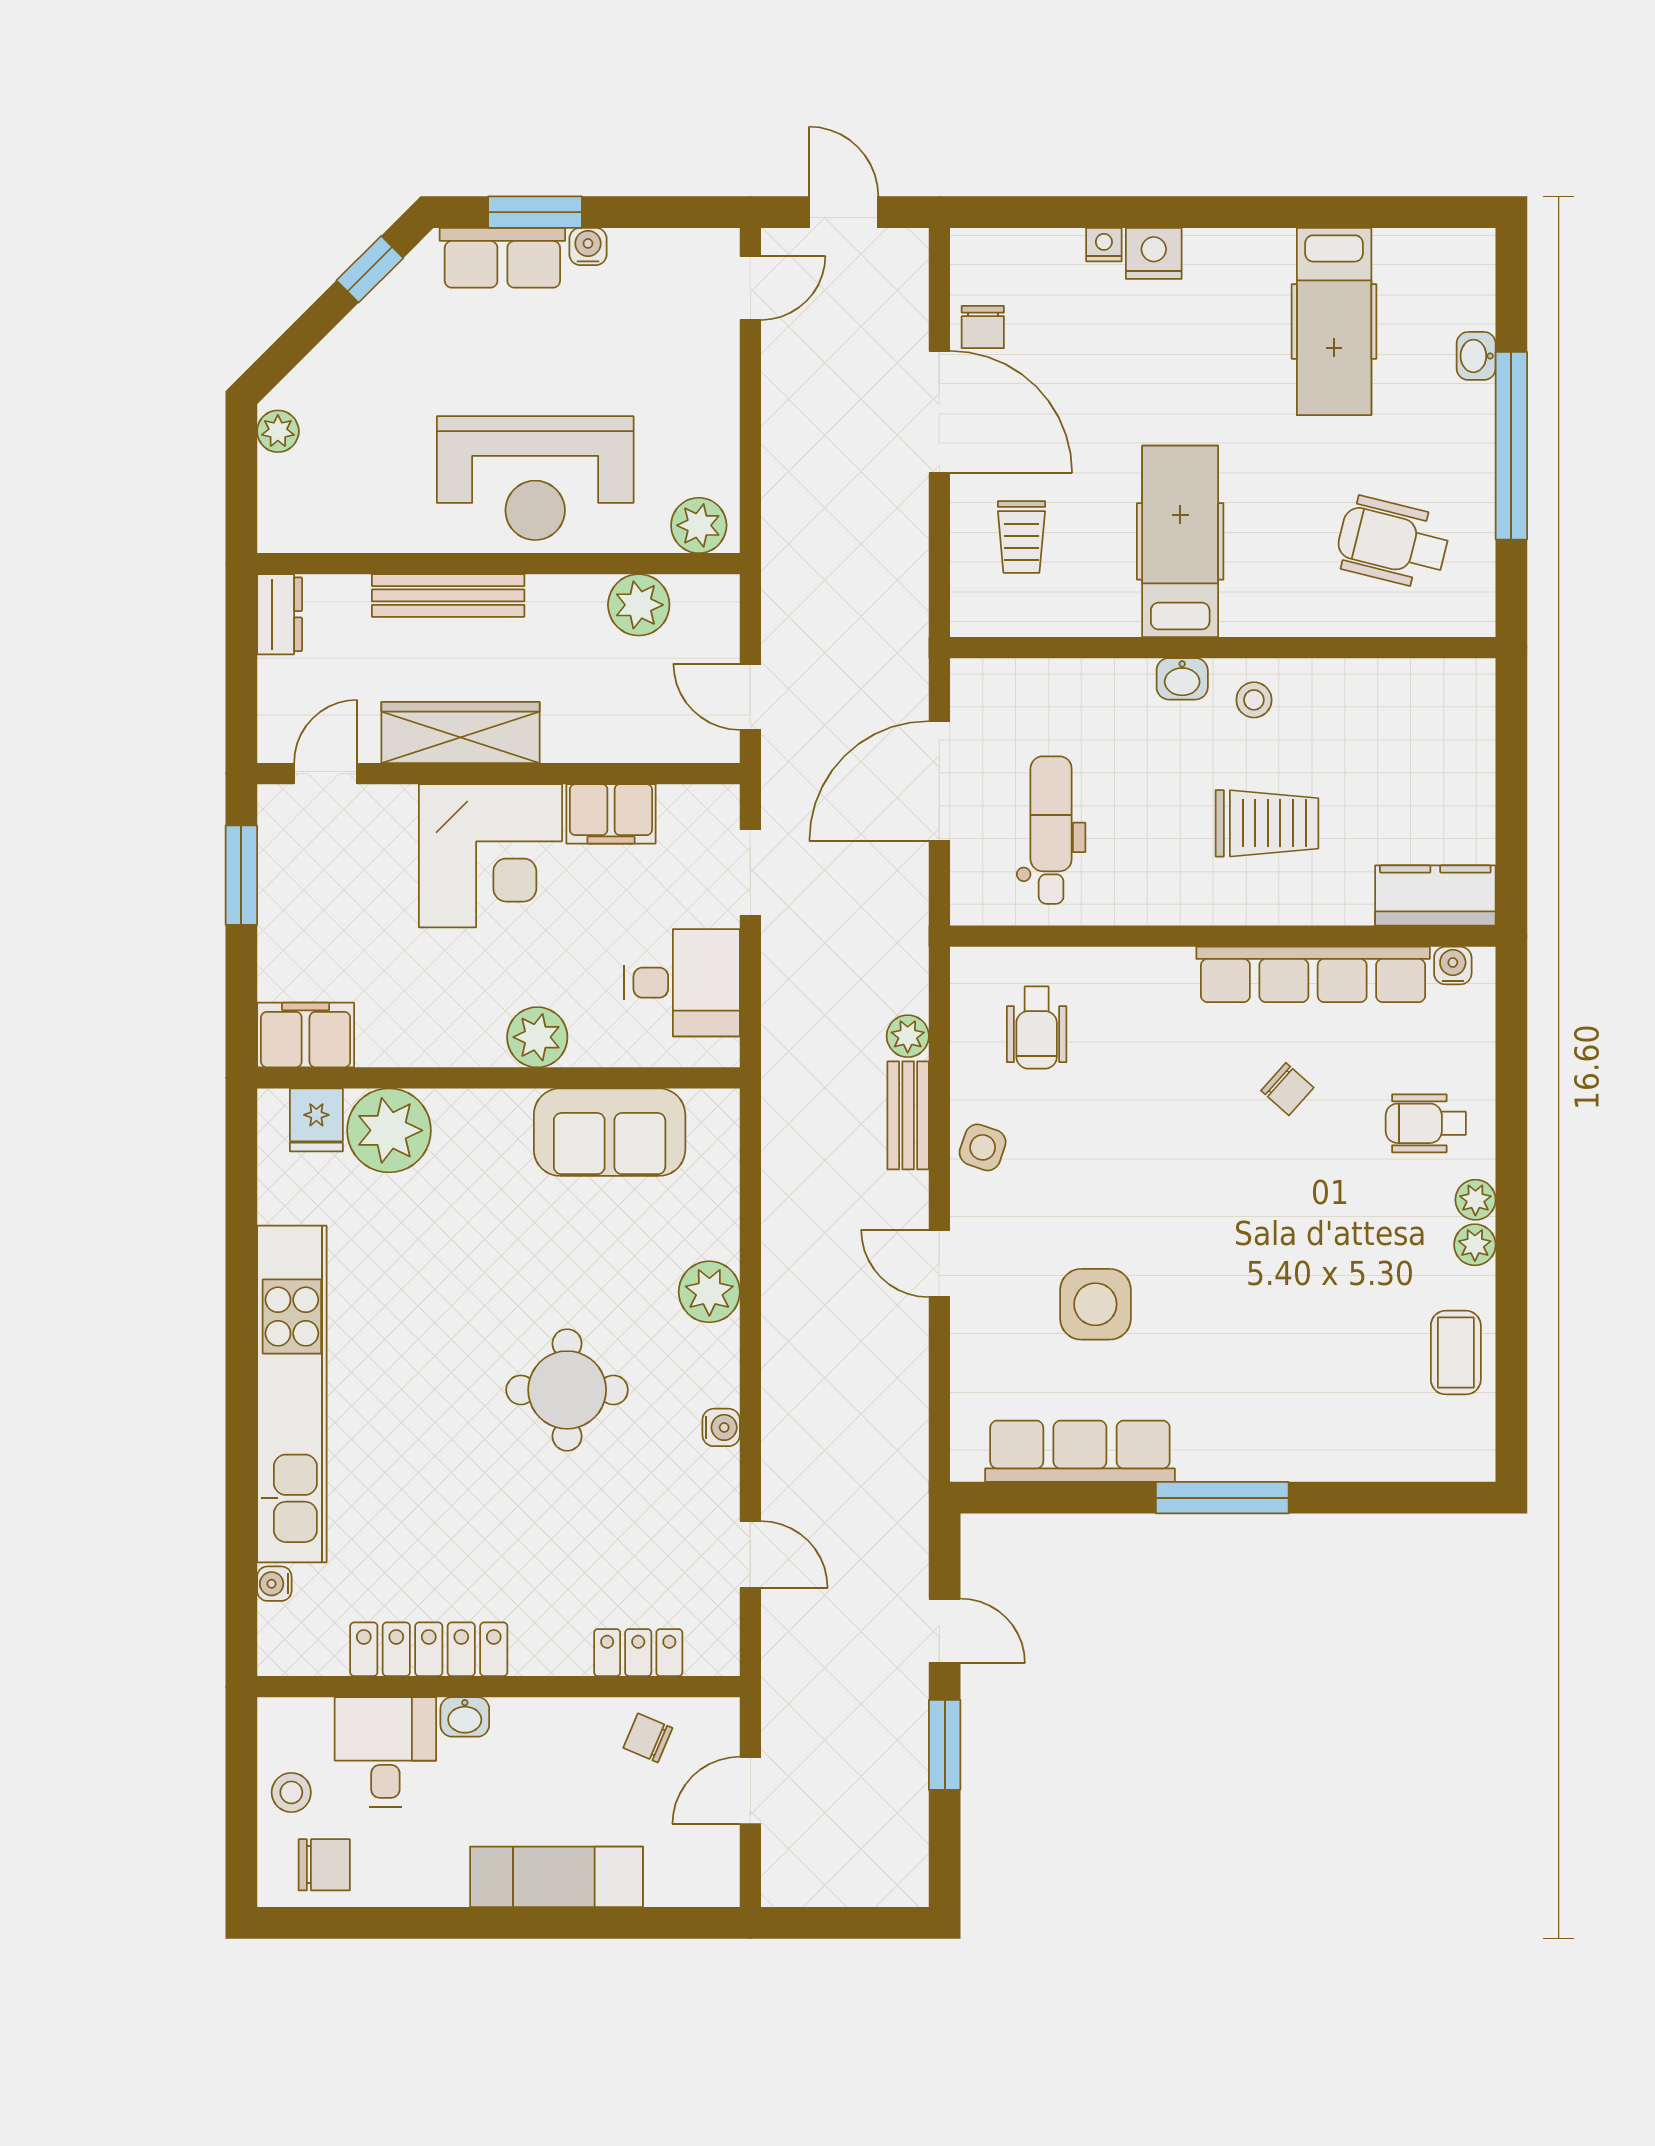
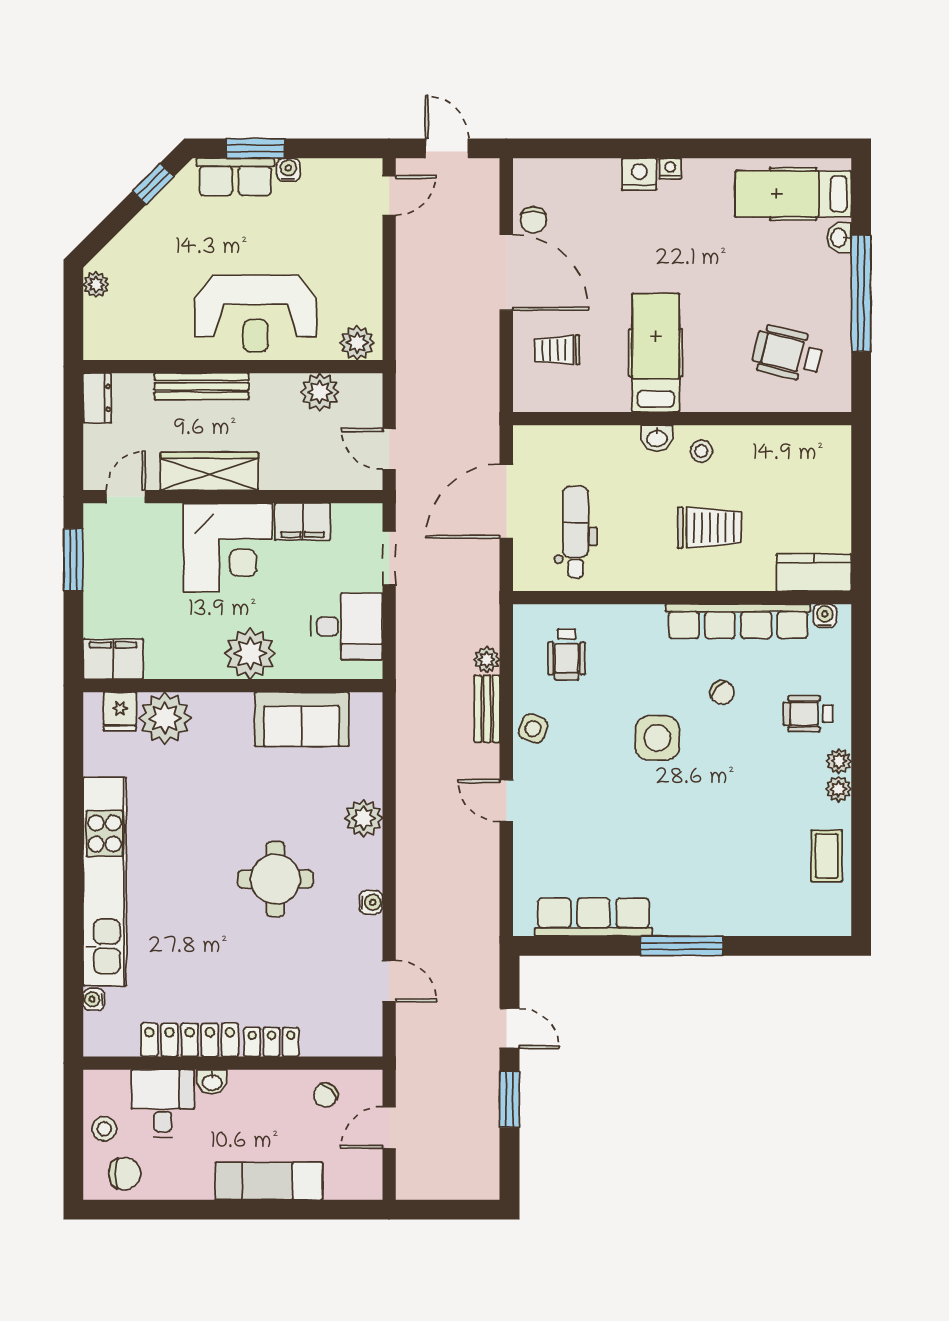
nightstand: (1104, 245) -> (670, 169), moved
hospital bed: (1334, 321) -> (793, 194), moved, turned 90
trolley: (1021, 537) -> (557, 350), turned 89
plant: (537, 1037) -> (250, 653), width x1.36, depth x1.36
side table: (1095, 1304) -> (657, 738), moved
locker: (638, 1653) -> (272, 1042), moved
chair: (648, 1738) -> (326, 1095), turned -68

